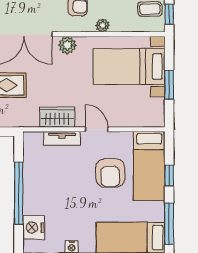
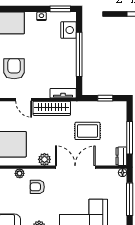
wardrobe: (57, 117) -> (52, 108), width x1.50
tv unit: (62, 138) -> (63, 93), moved

